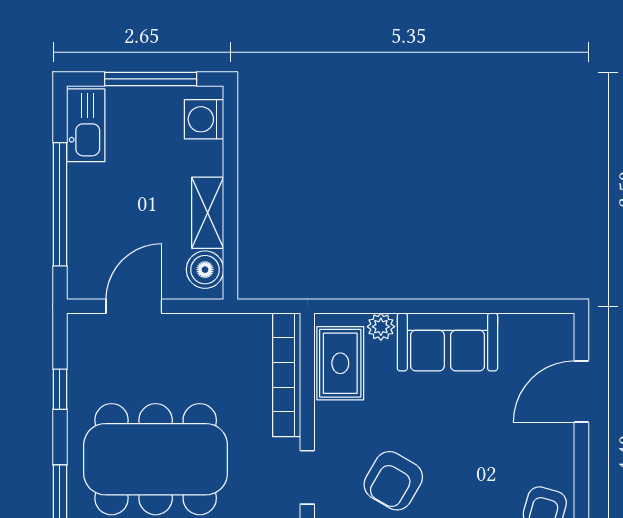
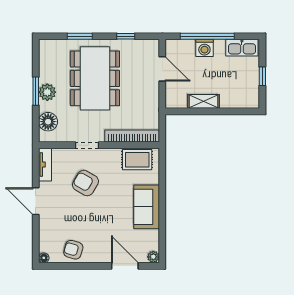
window: (151, 79) -> (262, 76), width x0.46
washing machine: (204, 119) -> (204, 48), moved, turned 180
boiler: (205, 270) -> (178, 100), removed
plant: (381, 327) -> (153, 257), moved

